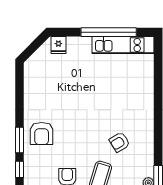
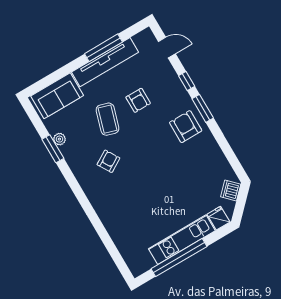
kitchen unit: (123, 45) -> (182, 240), moved
dishwasher: (36, 61) -> (231, 190), added

